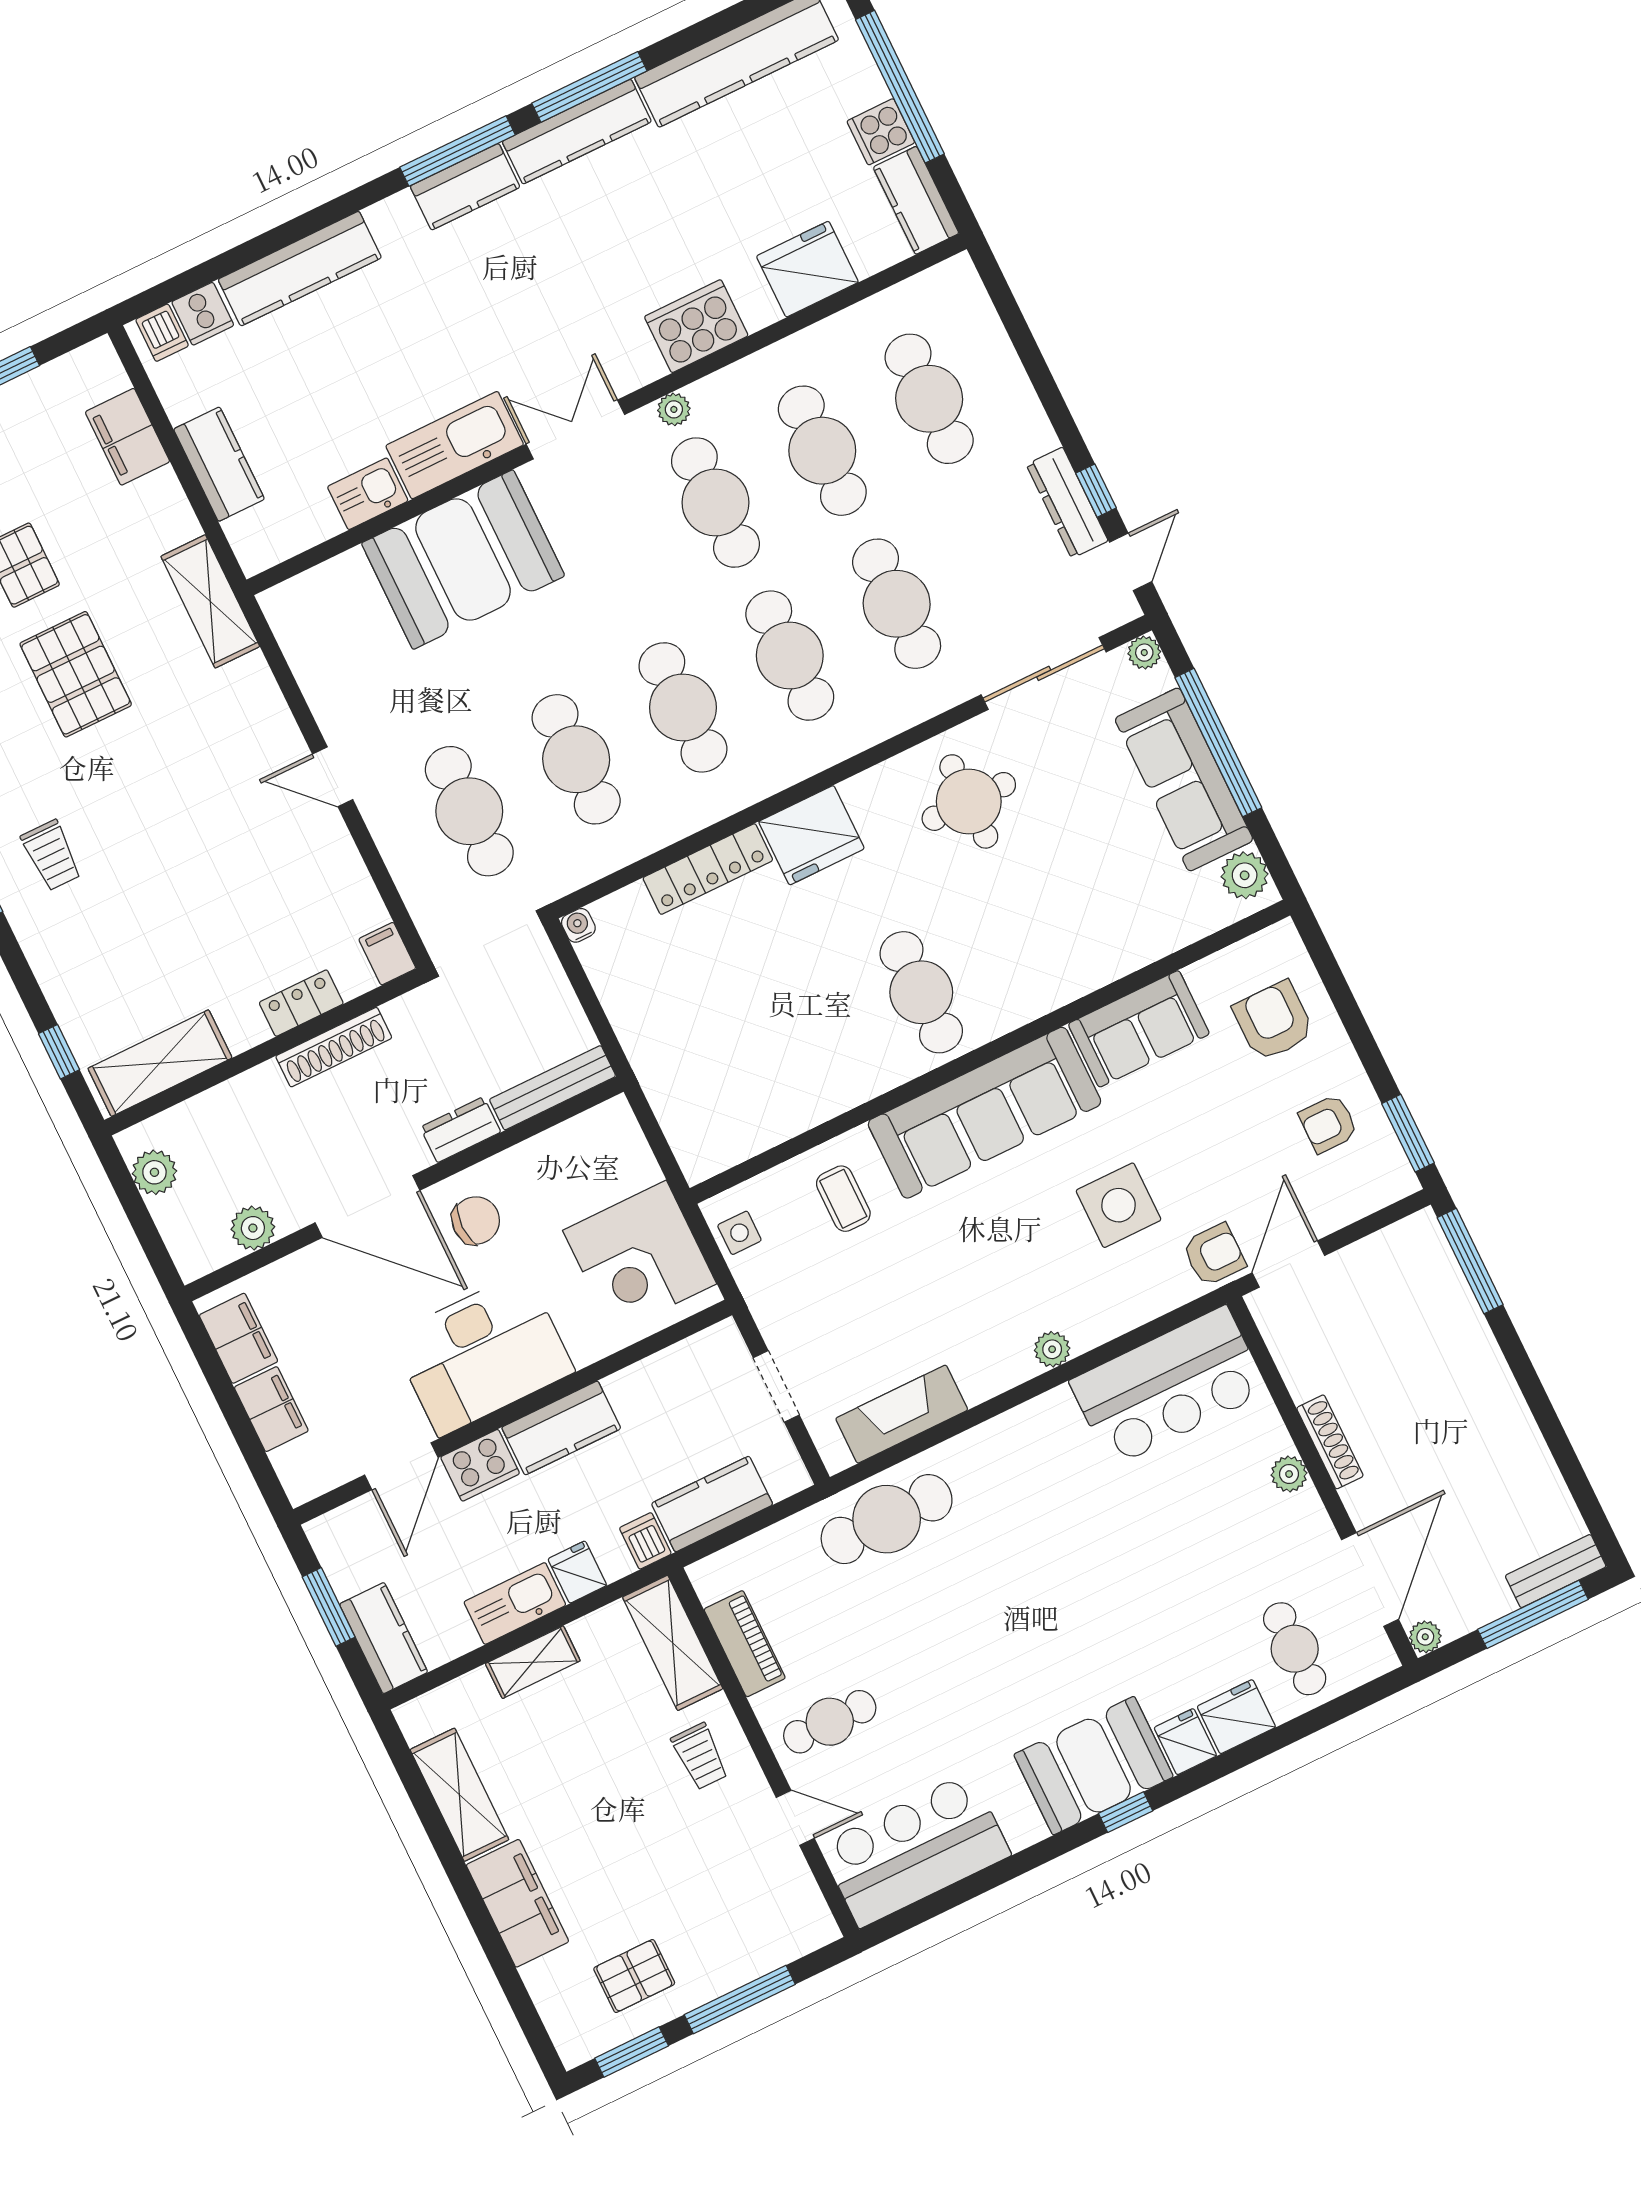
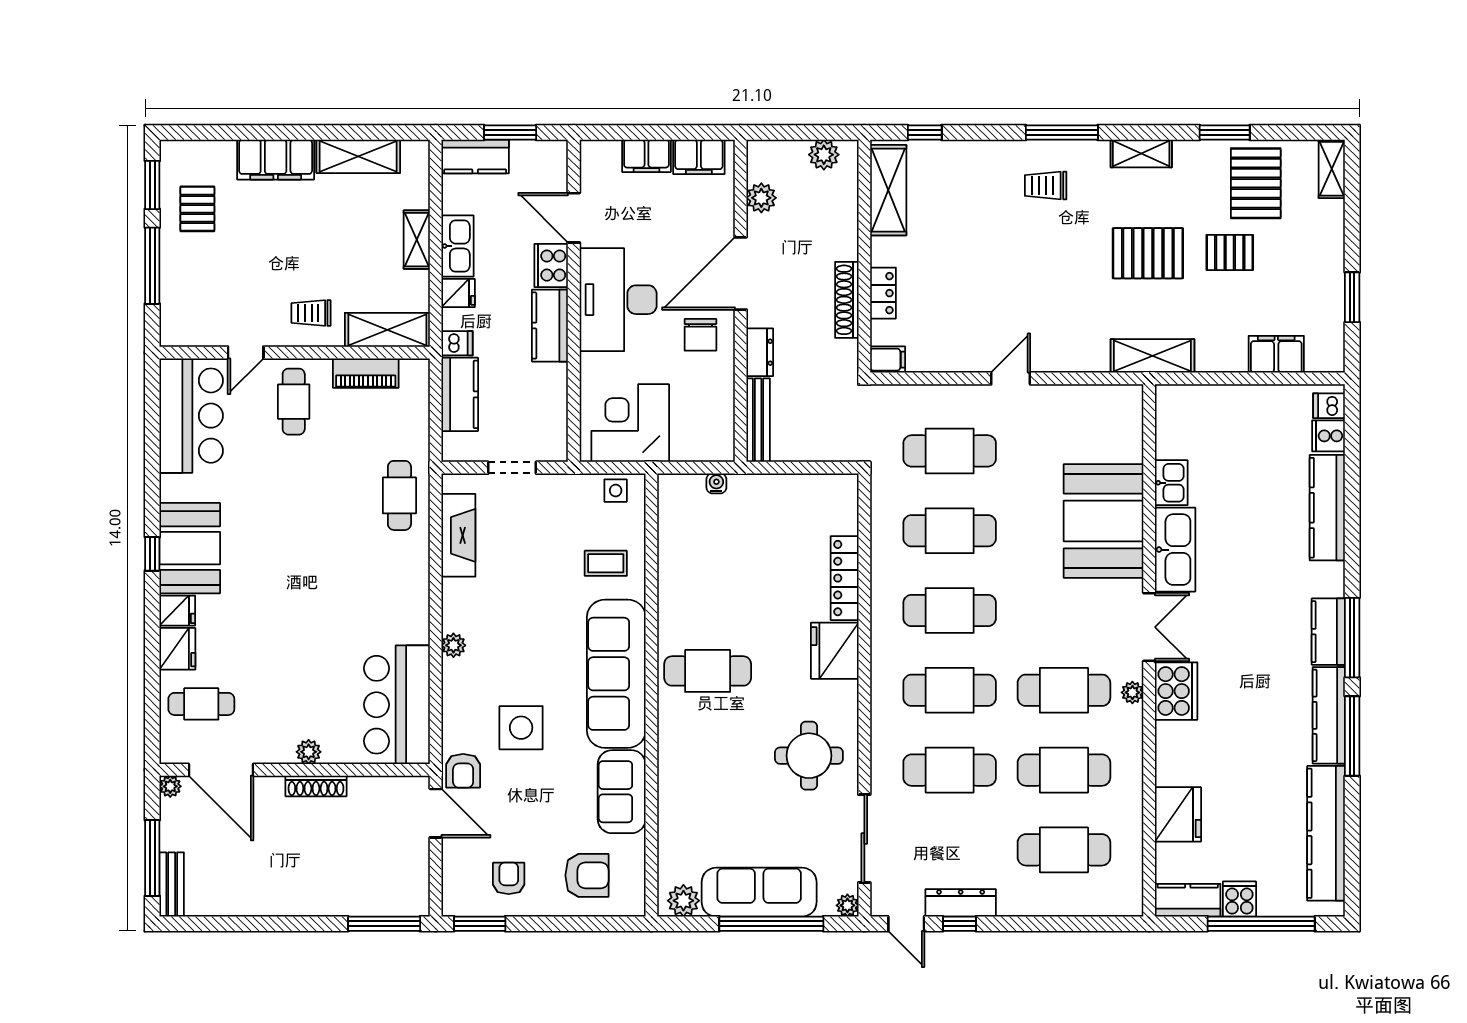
cooker: (696, 326) -> (1176, 691), moved
kitchen counter: (219, 464) -> (1233, 402), removed
water cooler: (578, 925) -> (716, 483), moved, turned -90
cafe table: (887, 1519) -> (399, 495), width x0.73, depth x0.74

